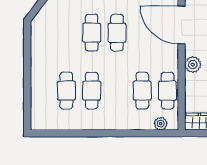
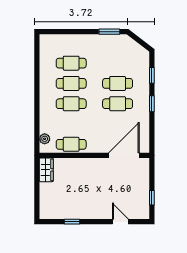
window: (27, 43) -> (109, 32), added
plant: (193, 65) -> (92, 165), removed
cafe table: (142, 91) -> (71, 104), moved

